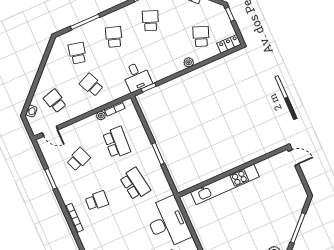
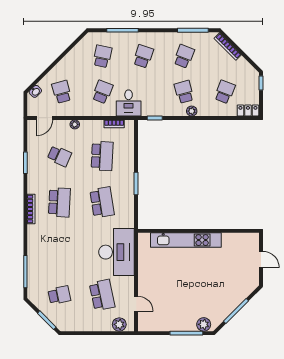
school desk: (164, 53) -> (184, 92), added
plant: (189, 62) -> (192, 111), moved
desk: (137, 77) -> (129, 103), moved
school desk: (92, 85) -> (102, 92), turned 45
plant: (101, 116) -> (75, 124), moved
door: (50, 131) -> (44, 118), hinge flipped
door: (293, 158) -> (261, 259), moved
school desk: (78, 159) -> (59, 156), turned 45
school desk: (97, 201) -> (59, 202), width x1.85

